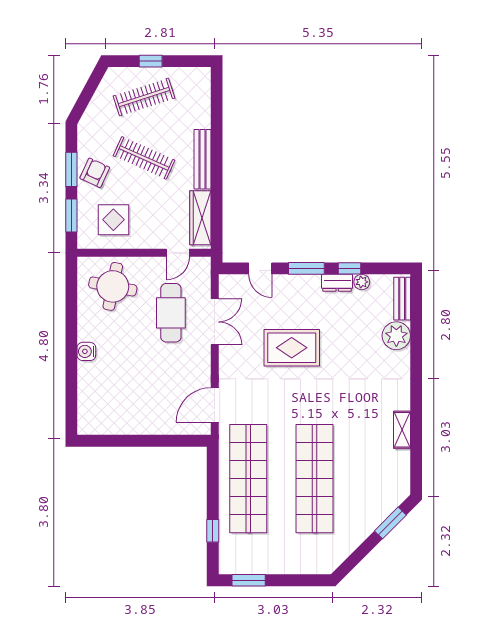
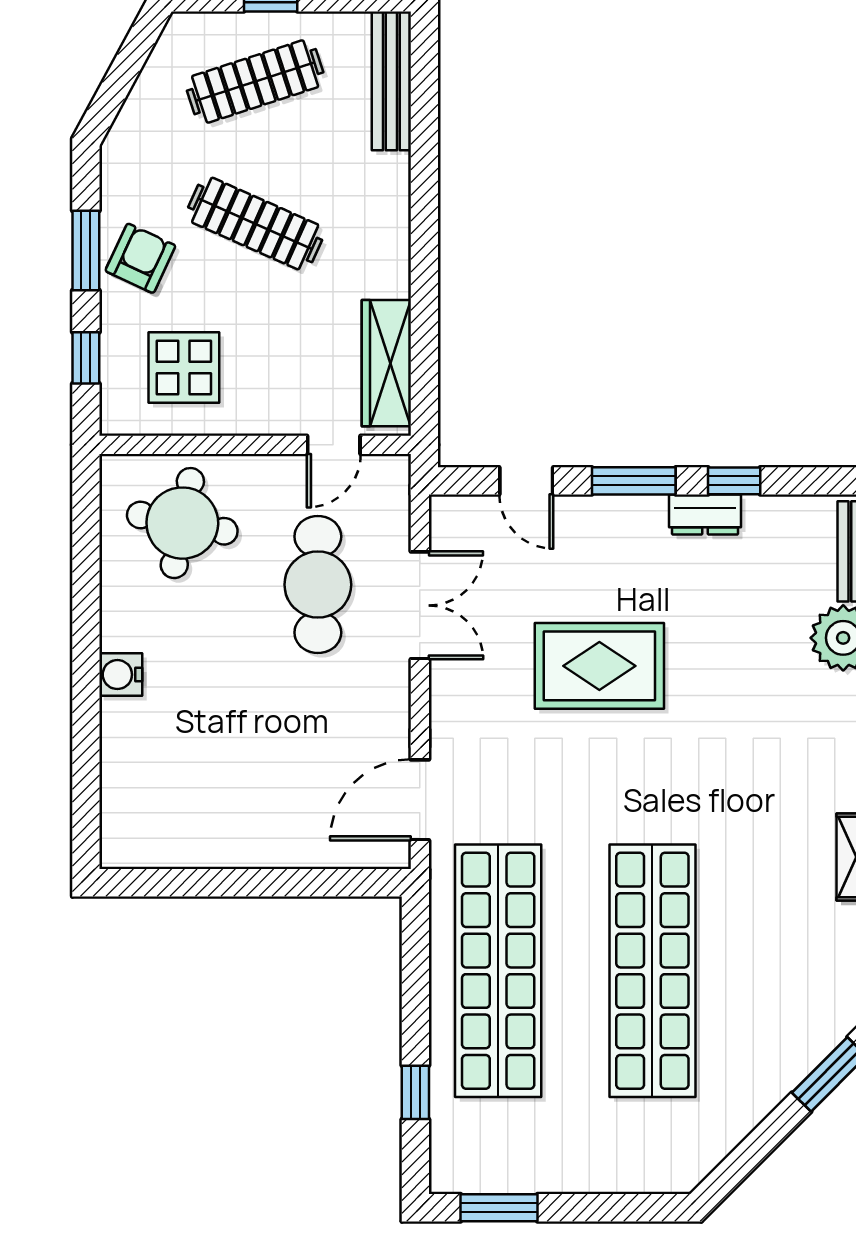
bench: (202, 159) -> (391, 81), moved
window: (71, 216) -> (86, 358), width x0.67
plant: (362, 282) -> (763, 513), removed

